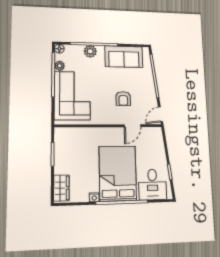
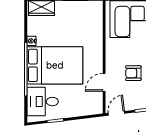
door: (161, 114) -> (116, 113), hinge flipped
door: (133, 126) -> (104, 82), hinge flipped

